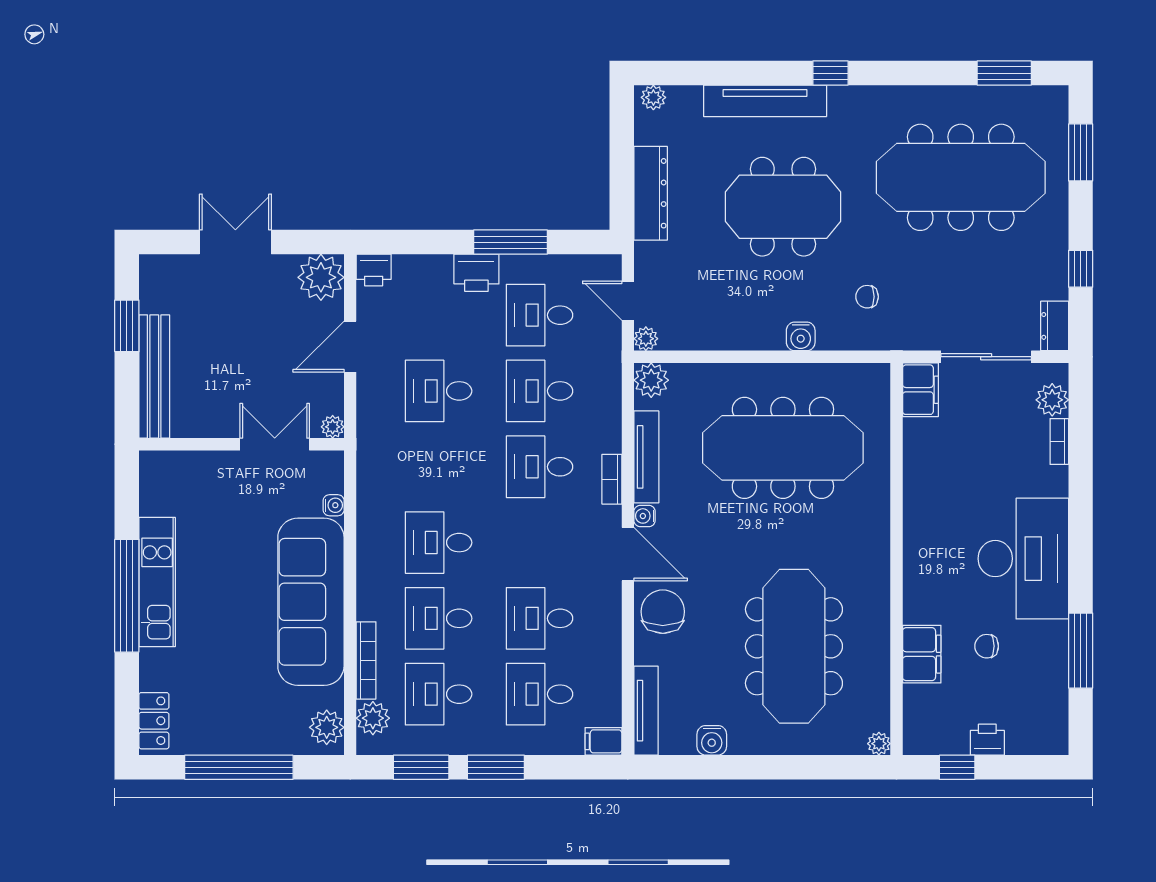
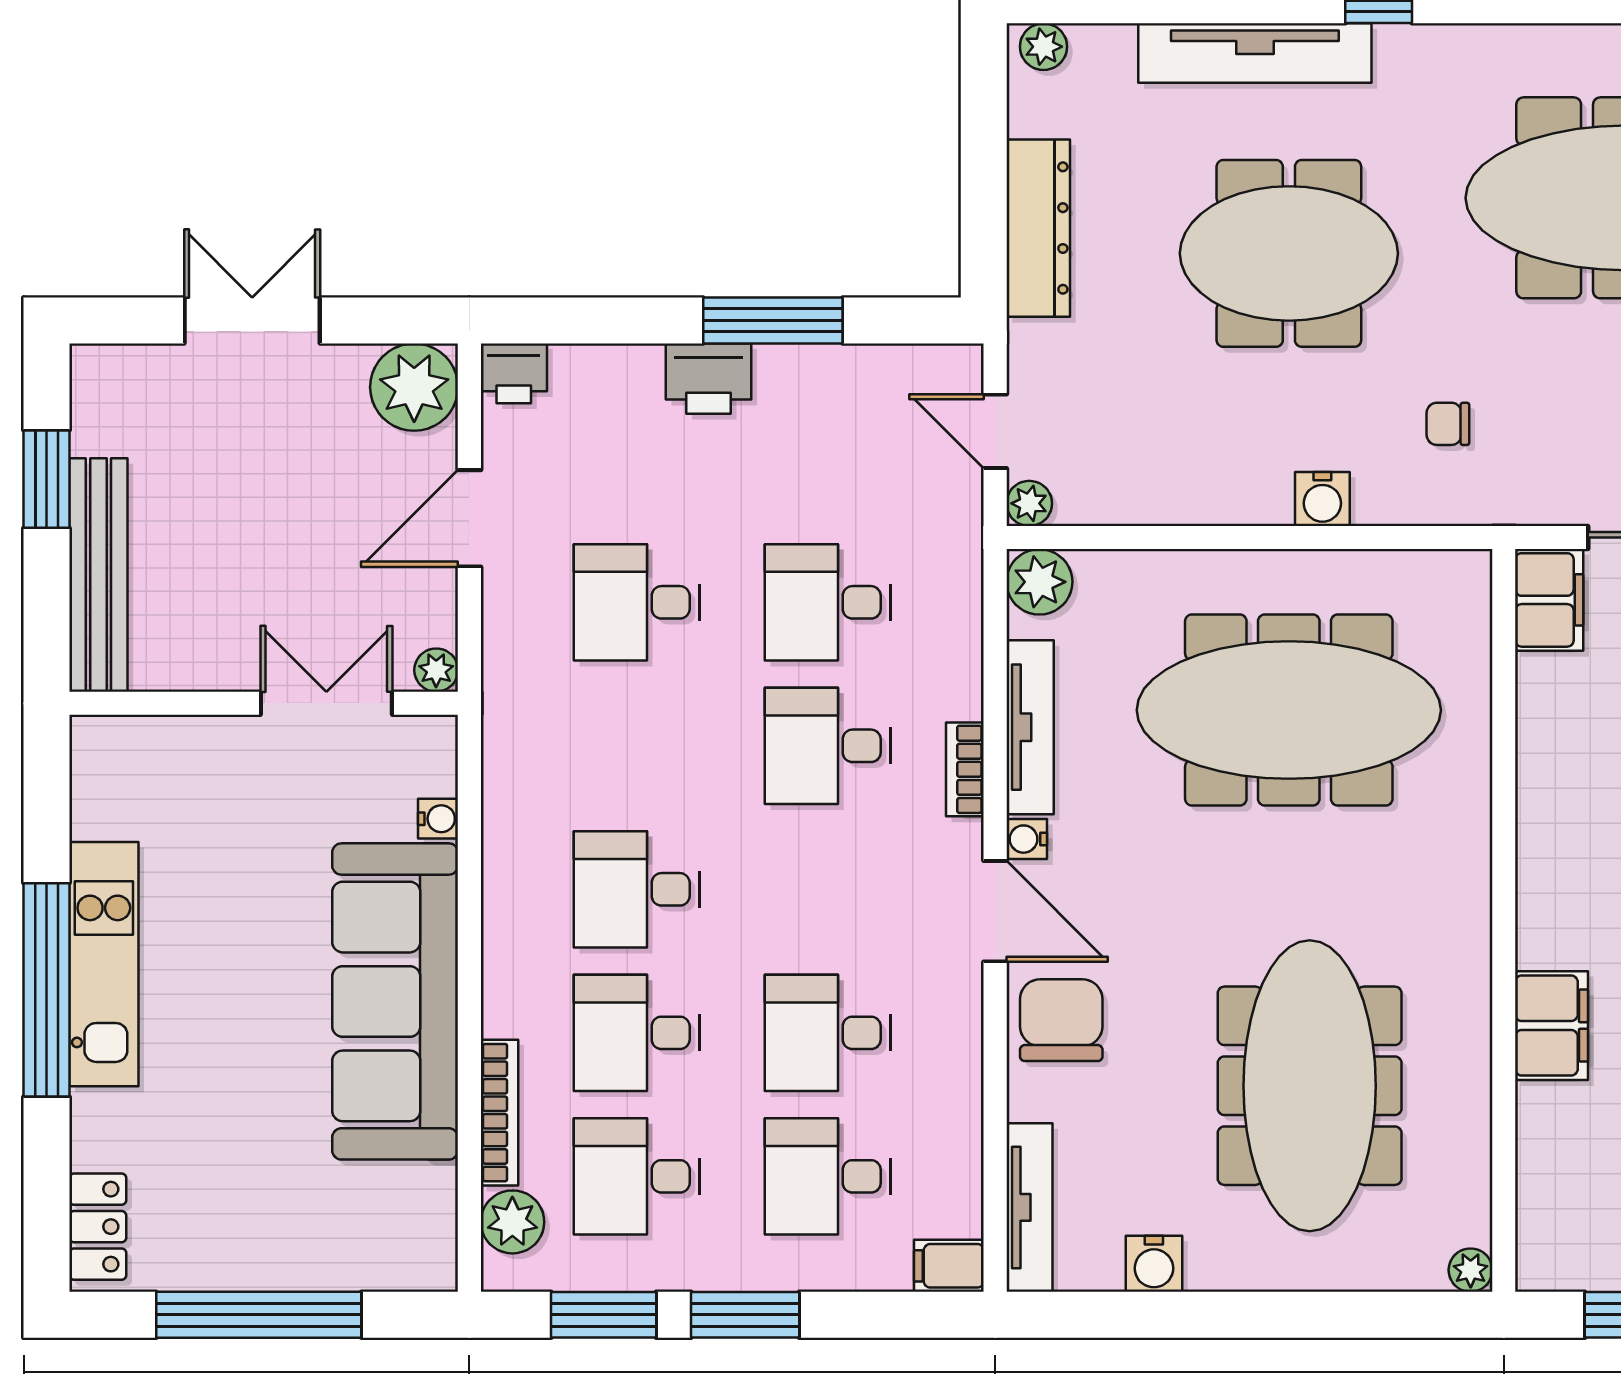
desk: (539, 315) -> (828, 459), removed
filing cabinet: (922, 654) -> (1551, 1026), moved
plant: (327, 727) -> (425, 1239), removed

